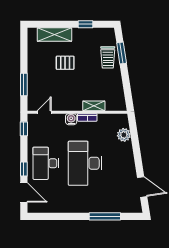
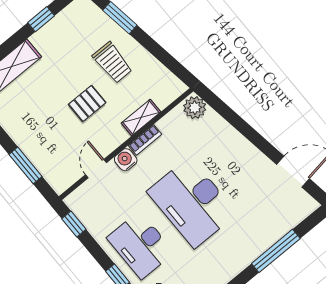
trolley: (108, 57) -> (112, 63), moved
pallet: (65, 63) -> (87, 103), moved
door: (44, 112) -> (96, 169), moved
plant: (124, 135) -> (195, 108), moved

